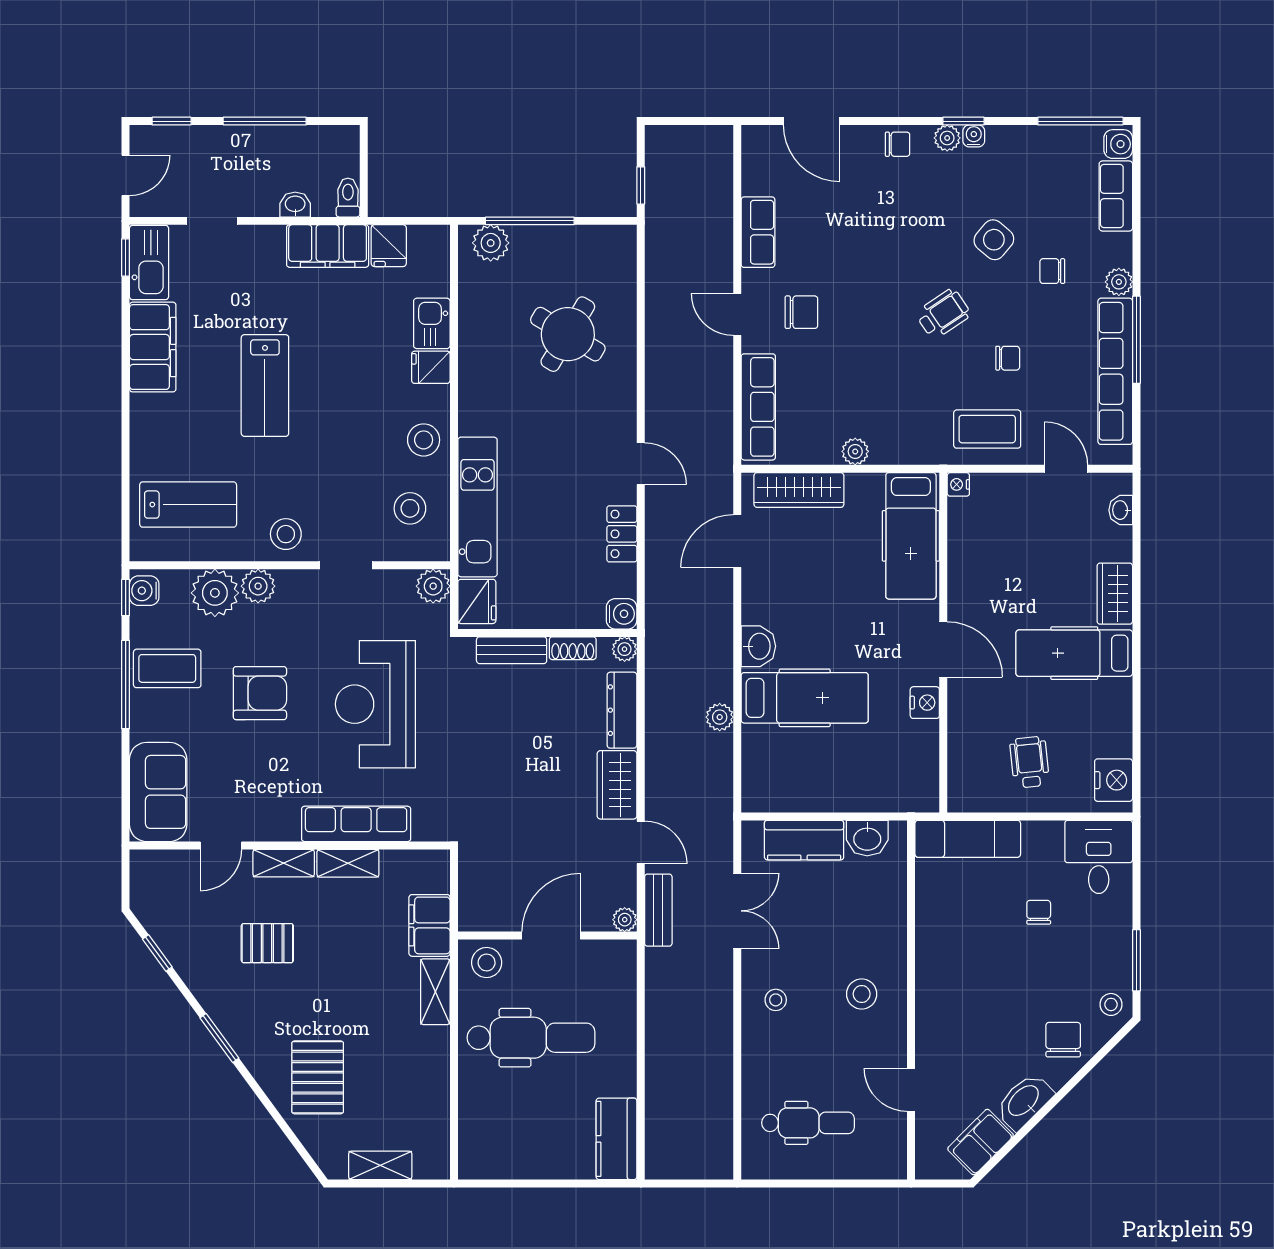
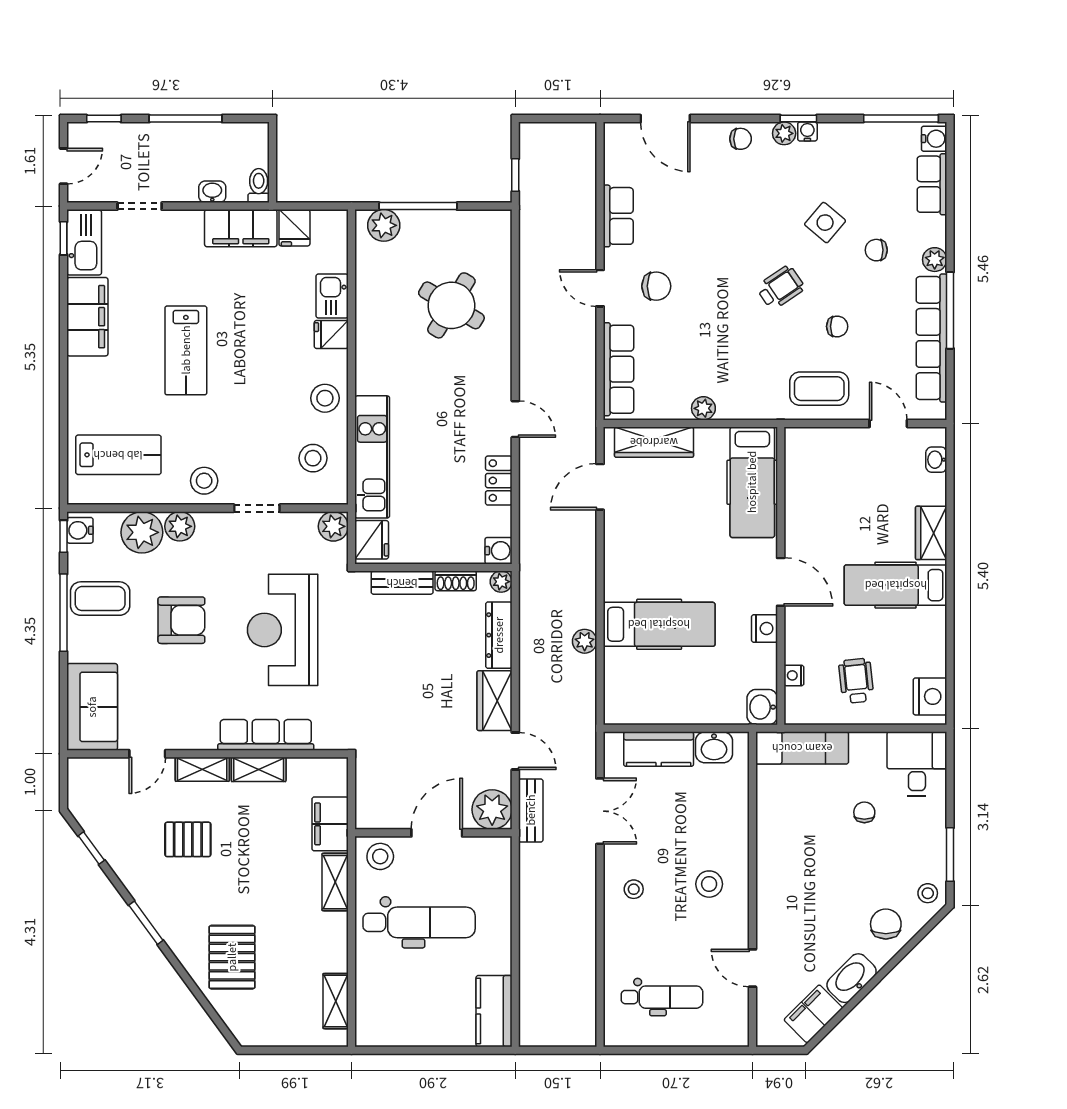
nightstand: (958, 484) -> (794, 675), moved
washbasin: (758, 646) -> (762, 707), moved, turned 180
plant: (625, 920) -> (492, 810), width x1.88, depth x1.88
shelving: (380, 1165) -> (336, 1001), moved, turned 90

